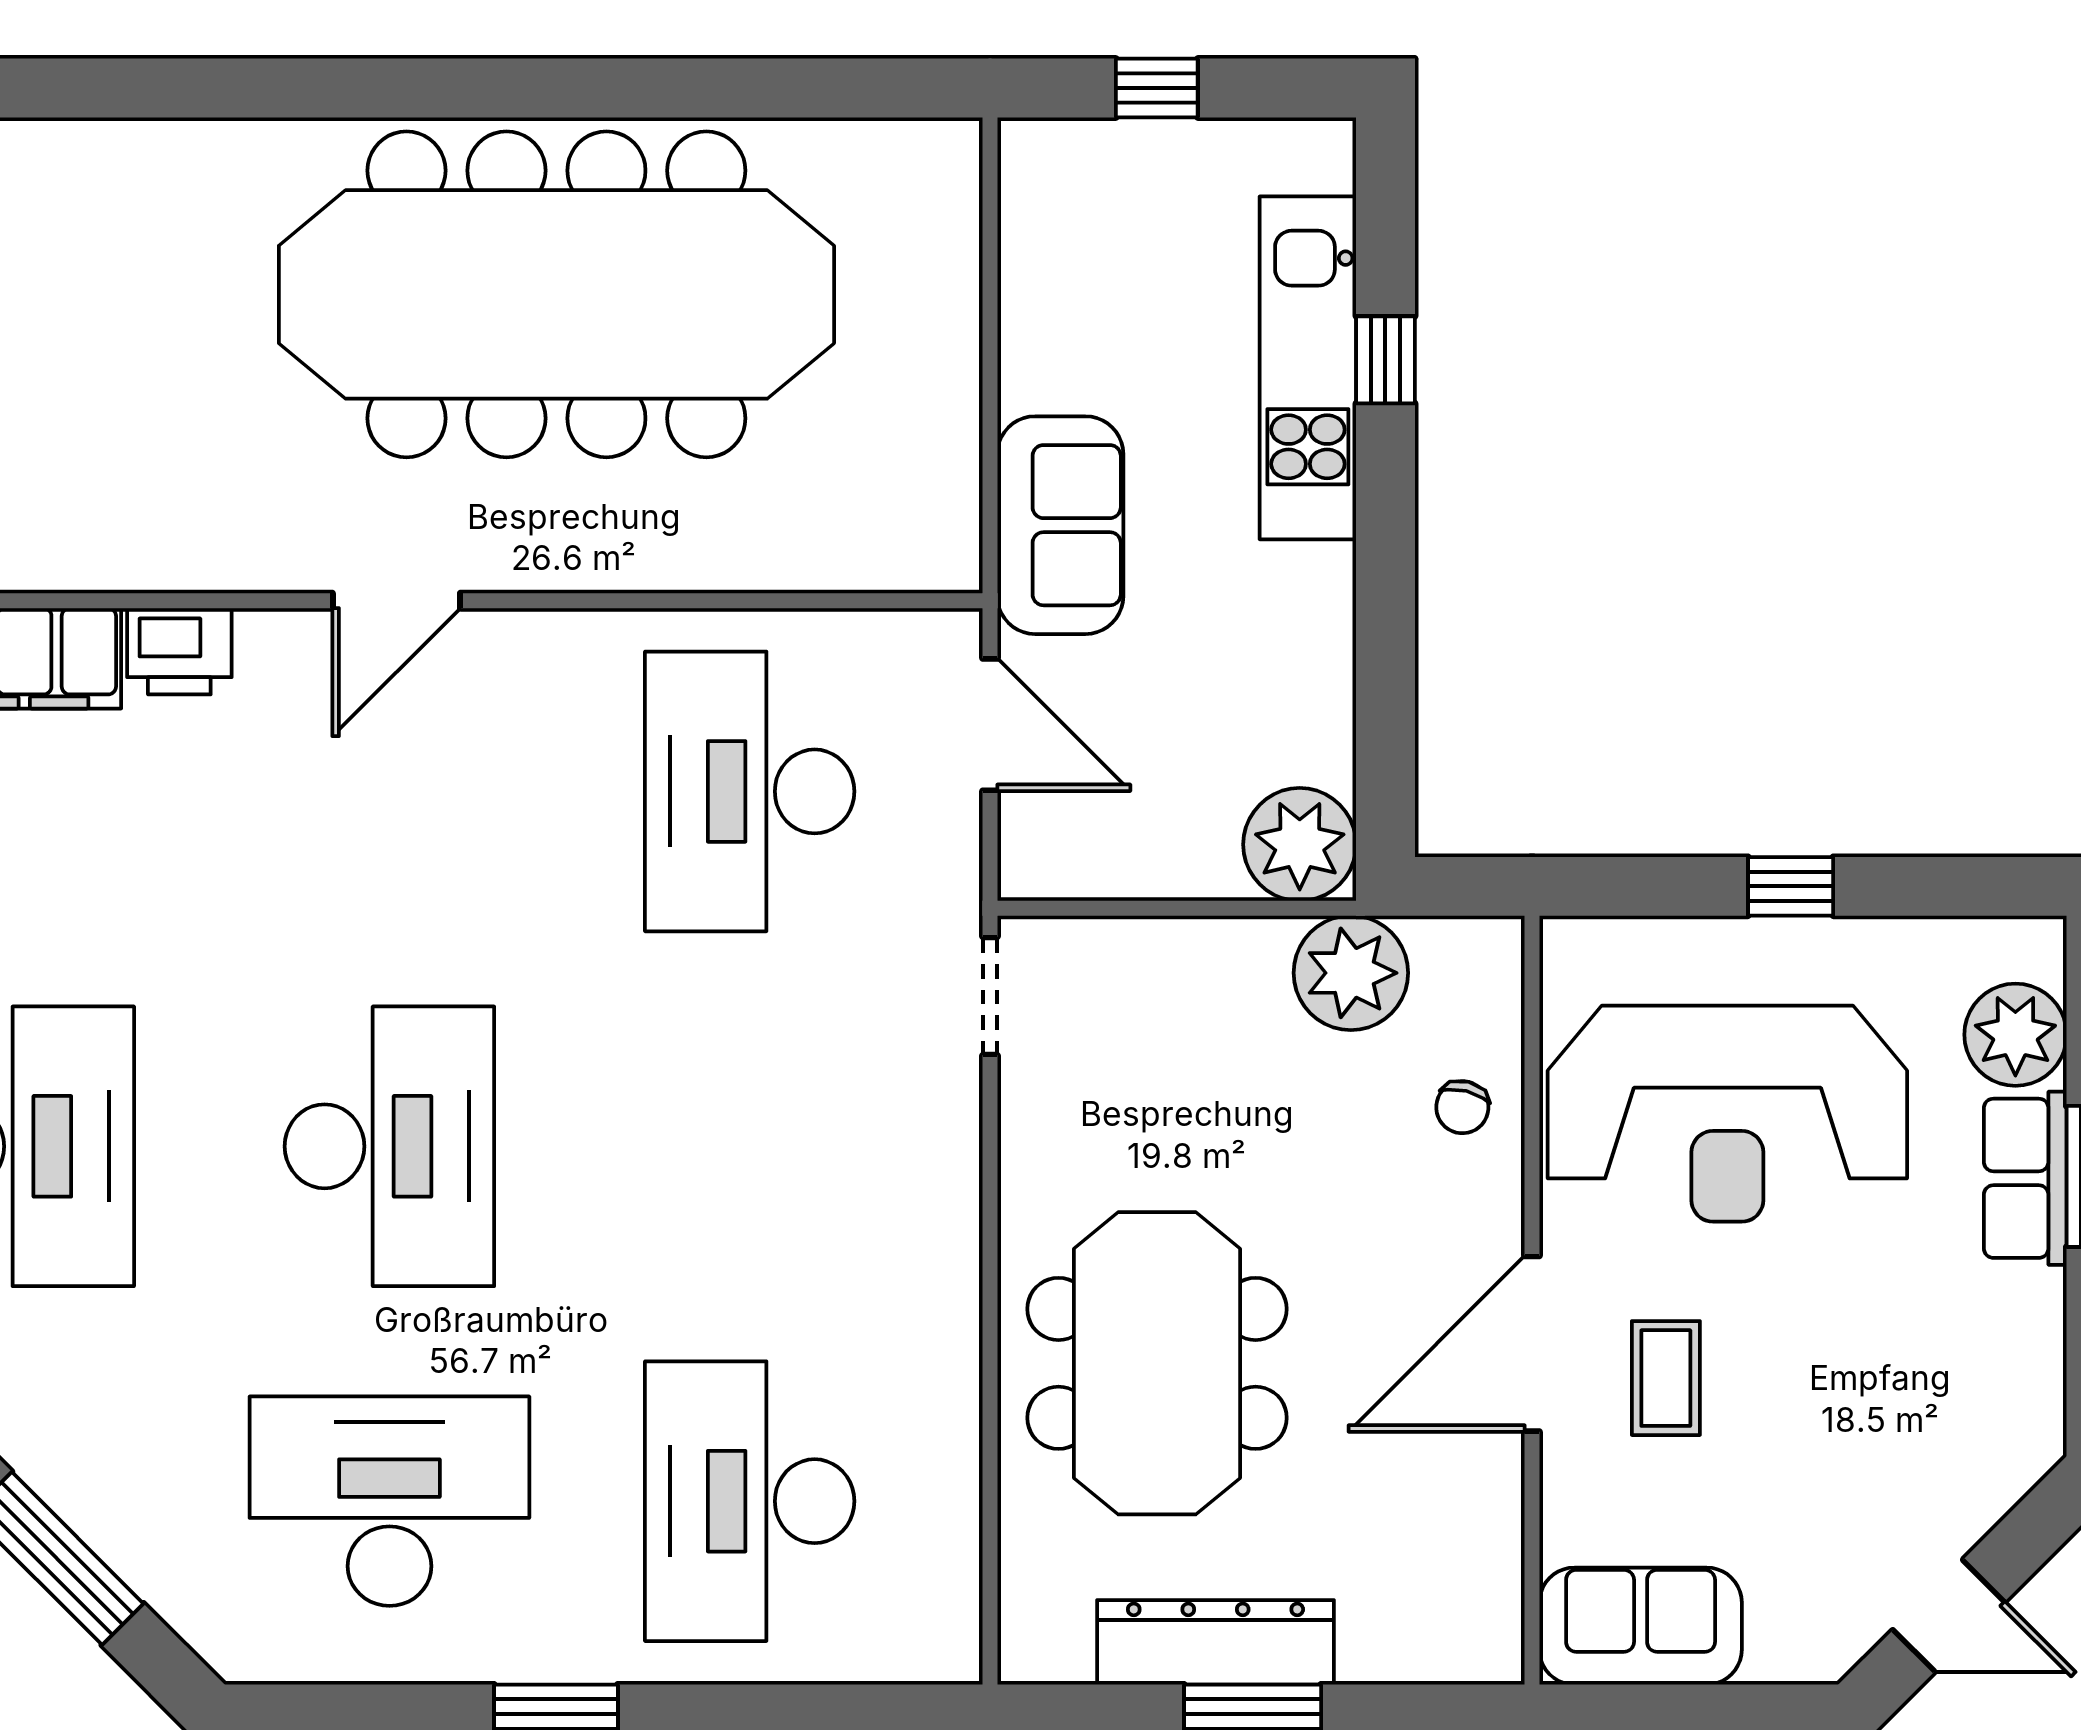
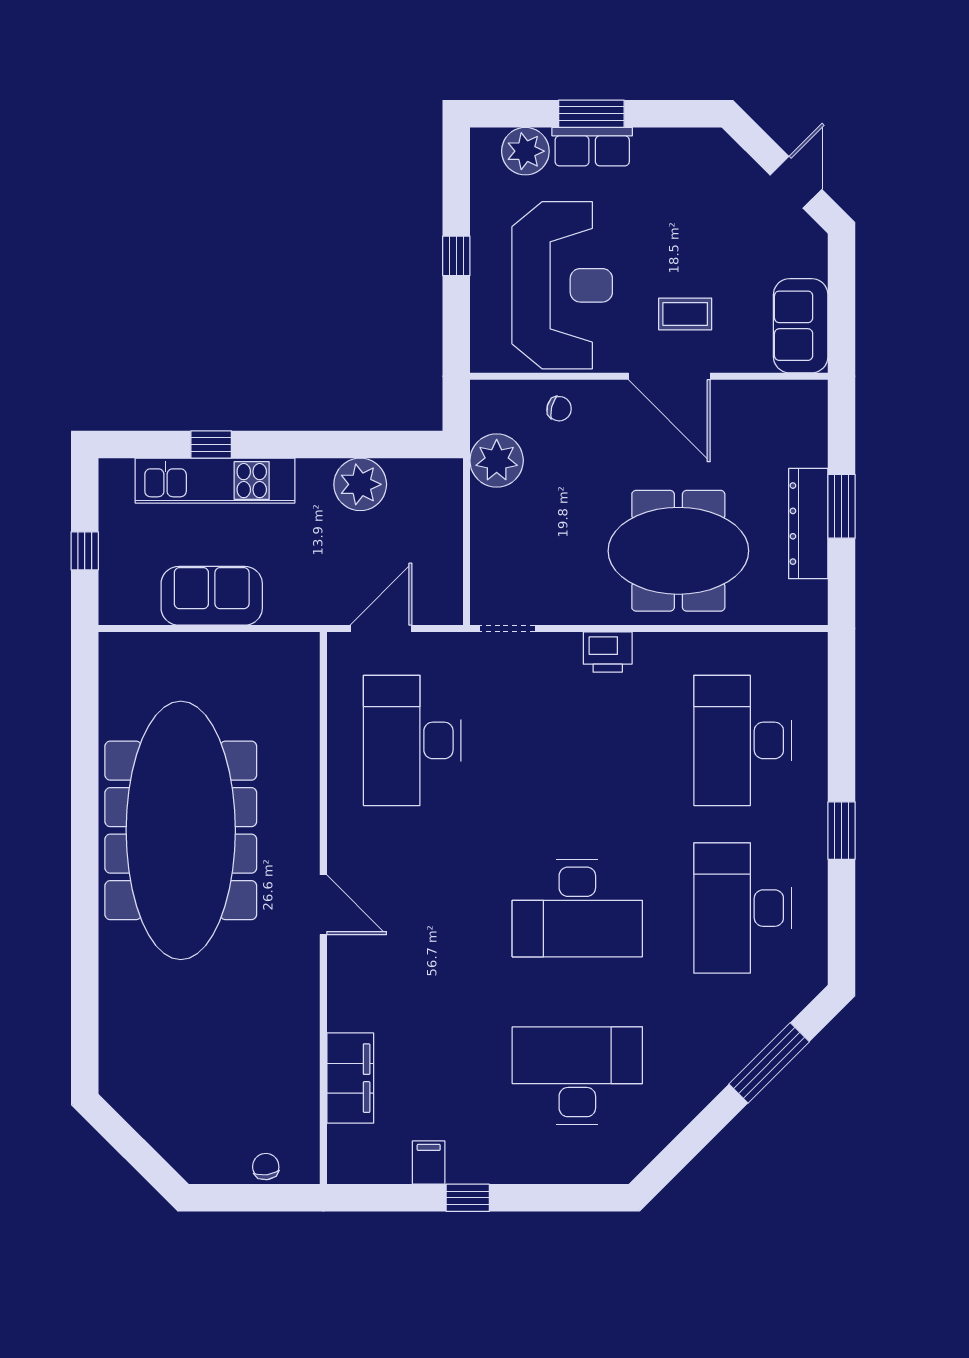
sofa: (1060, 525) -> (212, 596), moved
printer: (179, 651) -> (608, 652), moved, turned 90
desk: (750, 791) -> (412, 740), turned 90
plant: (1300, 844) -> (360, 484), moved
desk: (389, 1146) -> (577, 908), turned 180
desk: (750, 1501) -> (743, 740), turned 90

